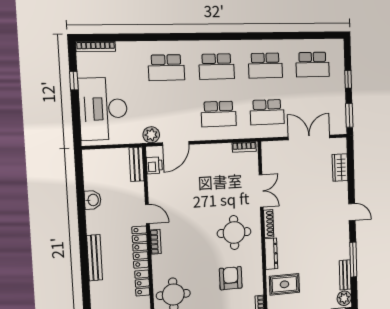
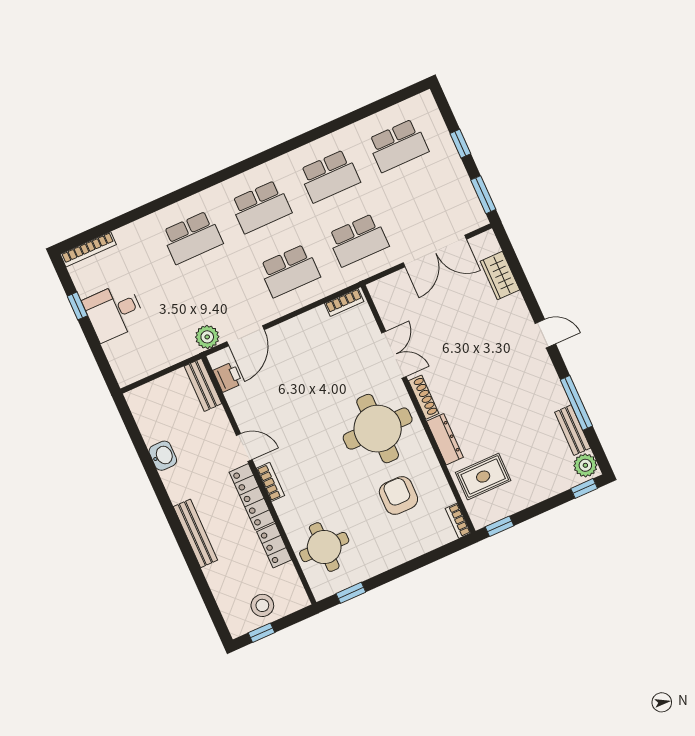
desk: (103, 109) -> (114, 312), width x0.53, depth x0.77
double door: (309, 137) -> (435, 251), swing flipped
round table: (234, 233) -> (378, 429), width x1.36, depth x1.36

